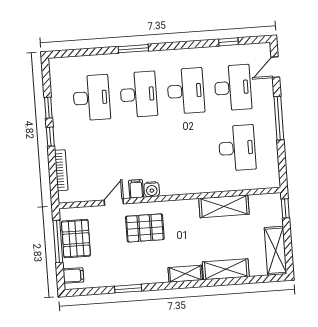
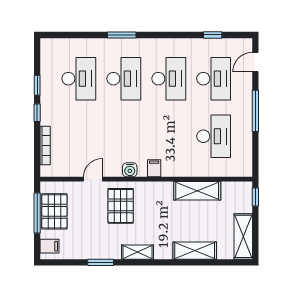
filing cabinet: (136, 189) -> (154, 168), moved
pallet: (145, 228) -> (121, 206), turned 90
shelving: (185, 274) -> (137, 252), moved

